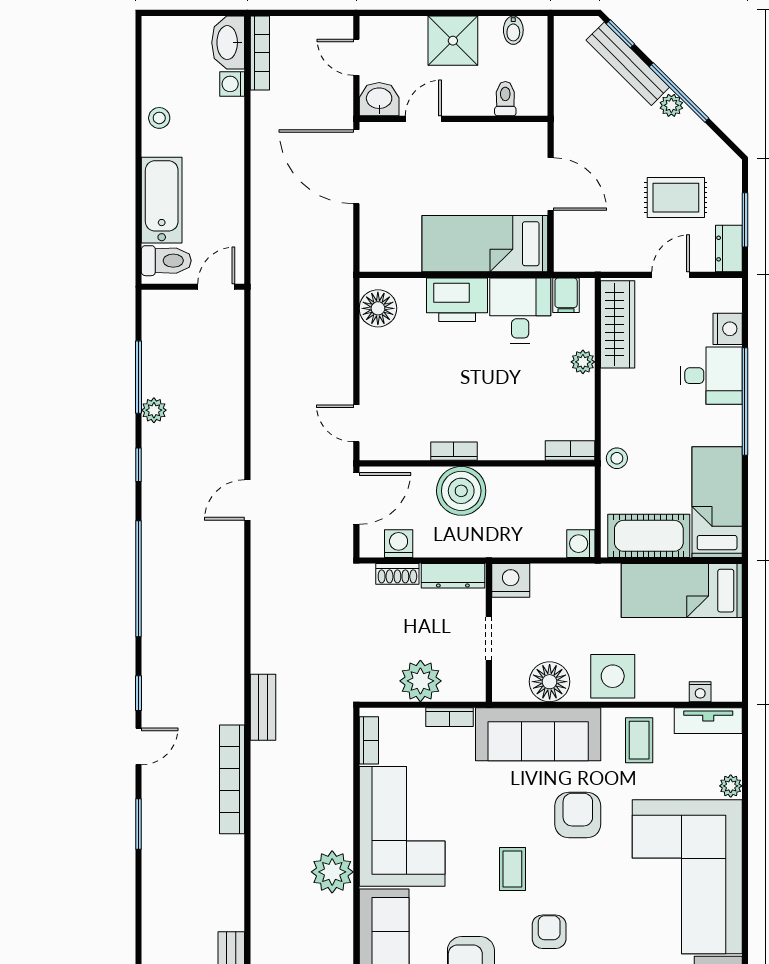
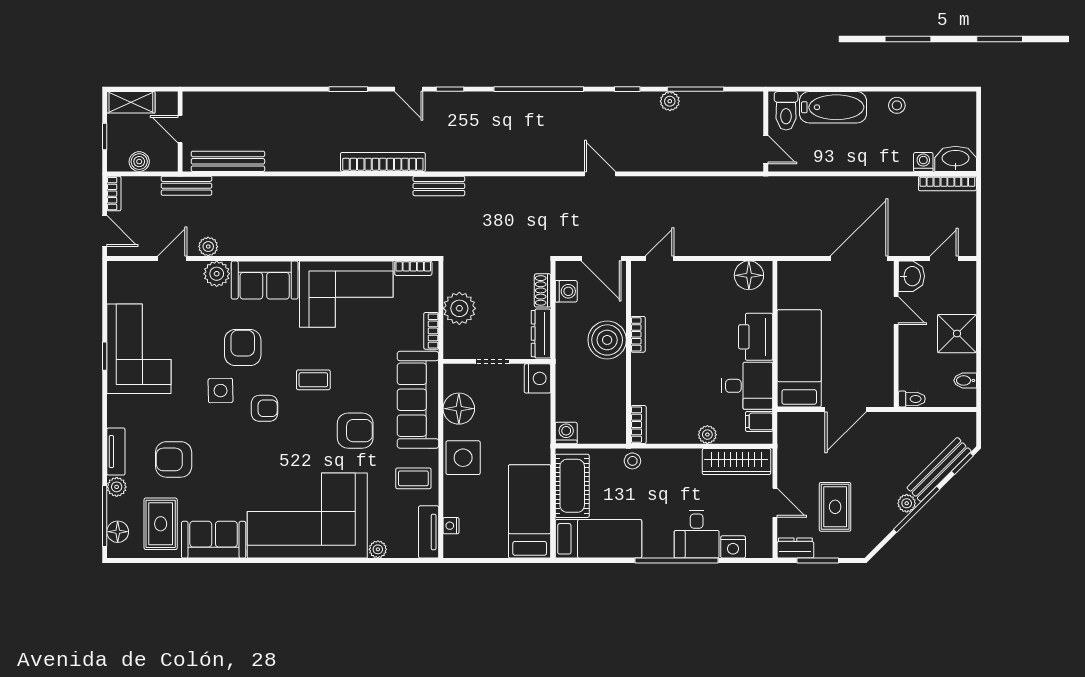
toilet: (505, 99) -> (912, 399), moved
plant: (332, 872) -> (311, 240), removed

